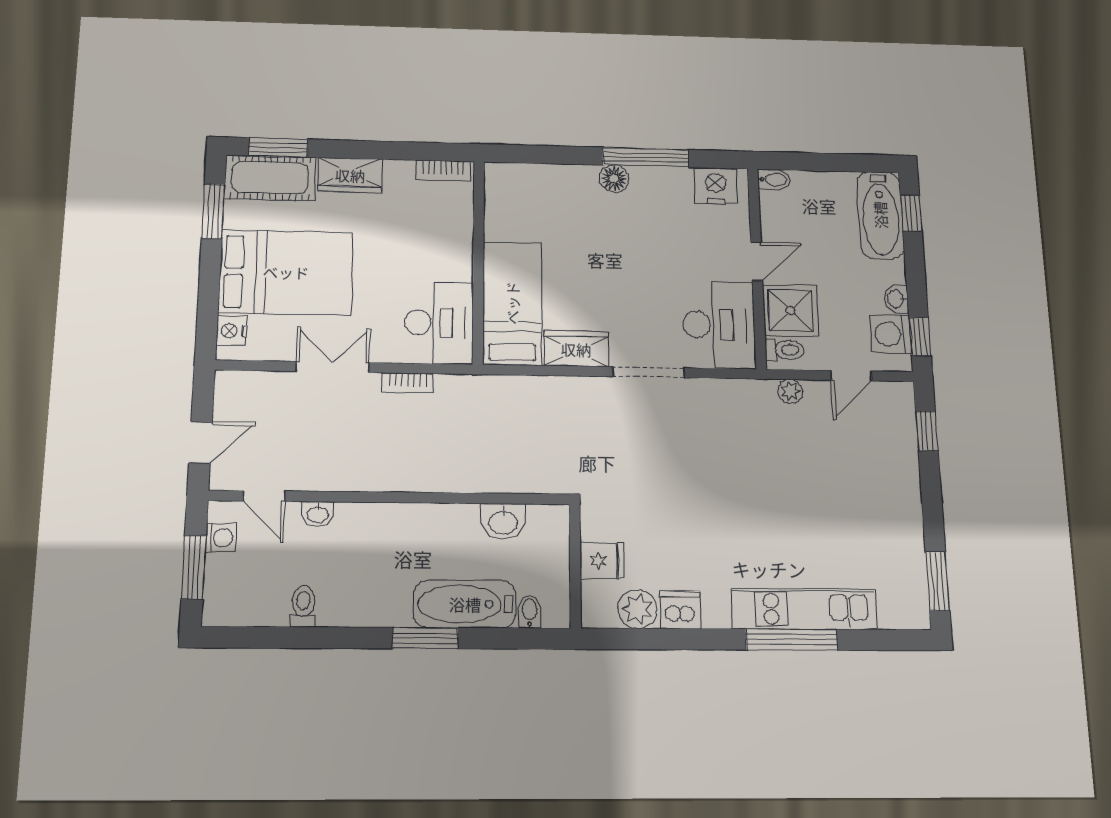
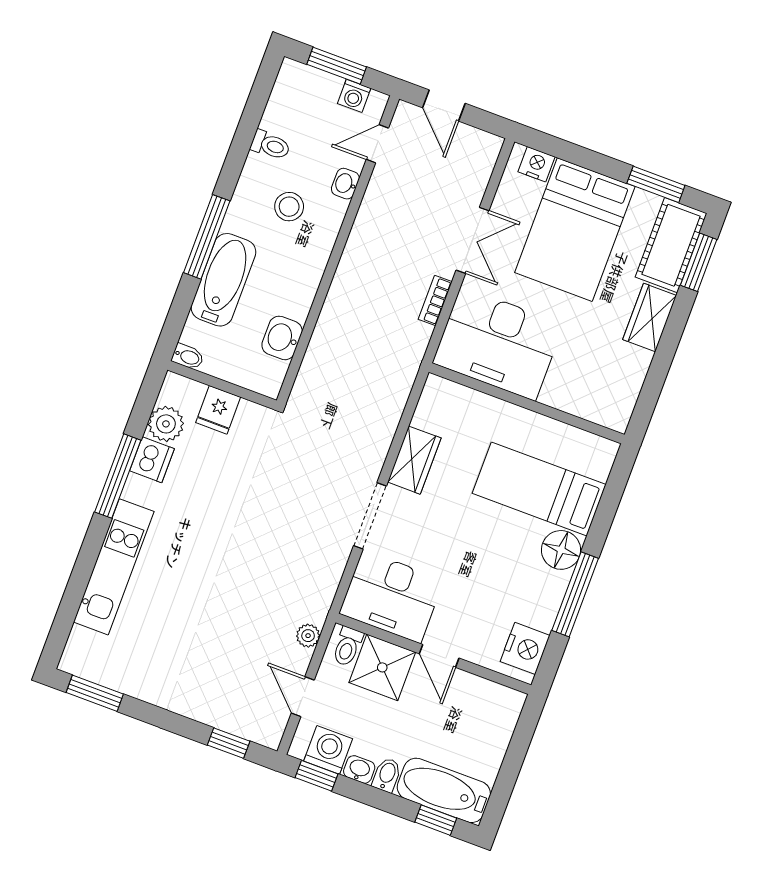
bookcase: (443, 171) -> (625, 403), removed
floor lamp: (614, 179) -> (561, 550), width x1.38, depth x1.38
bidet: (774, 180) -> (387, 775), moved, turned 180
bed: (512, 303) -> (539, 489), moved, turned 180
desk: (439, 323) -> (498, 344), width x1.36, depth x1.30
stool: (363, 563) -> (289, 207), added
bidet: (529, 612) -> (188, 357), moved
window: (425, 638) -> (207, 237), width x1.44
window: (792, 640) -> (118, 476), moved

